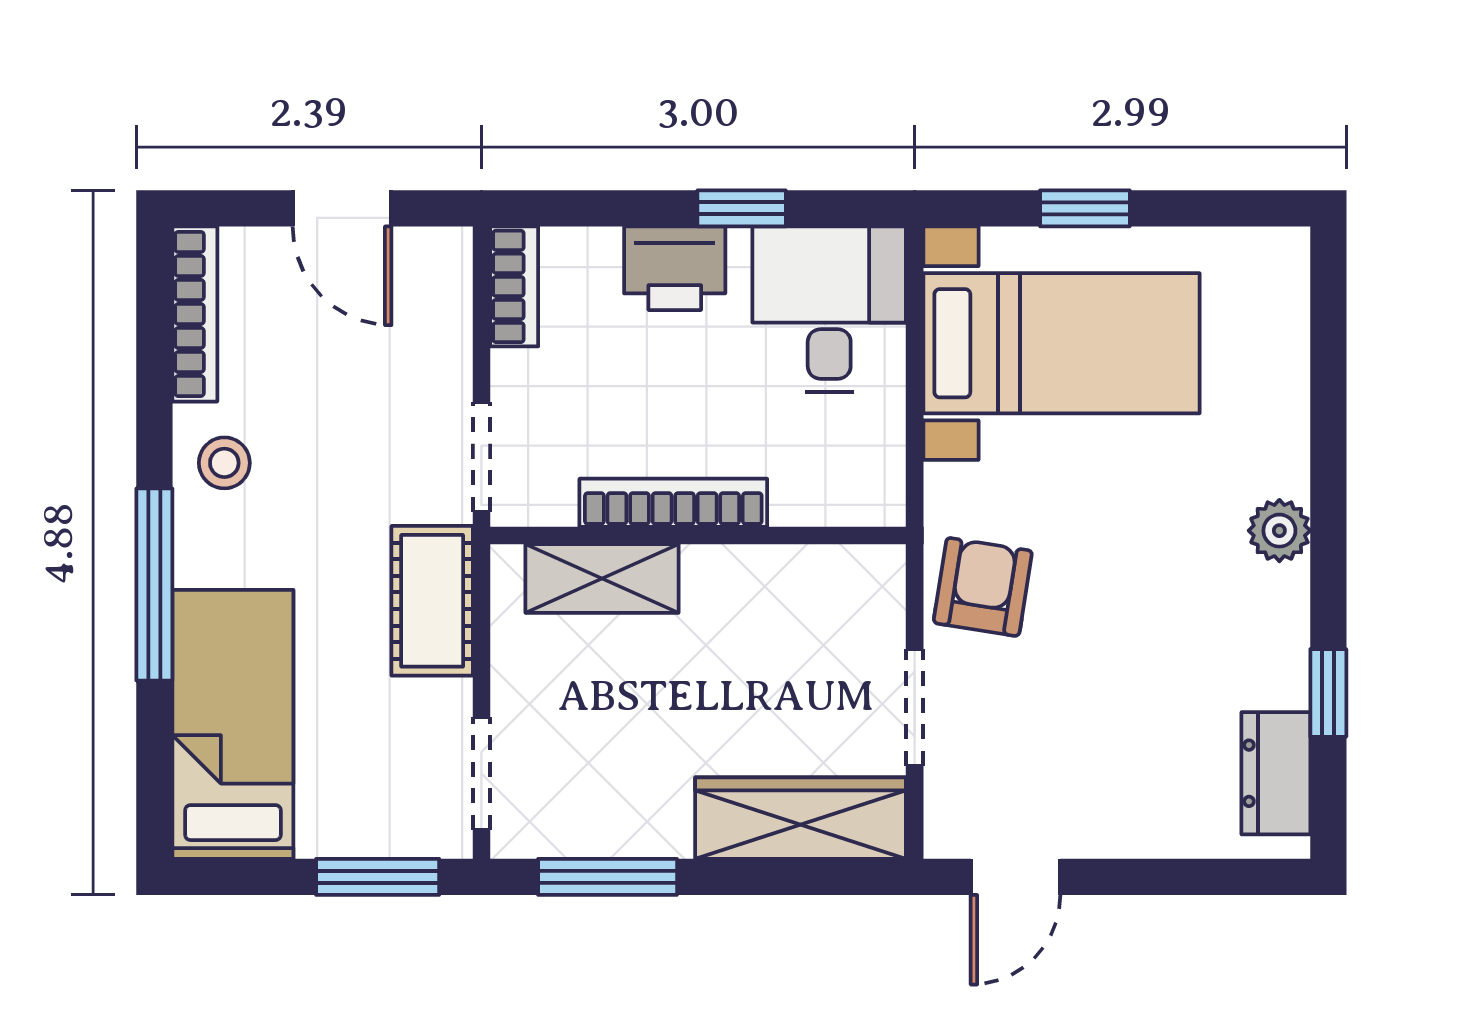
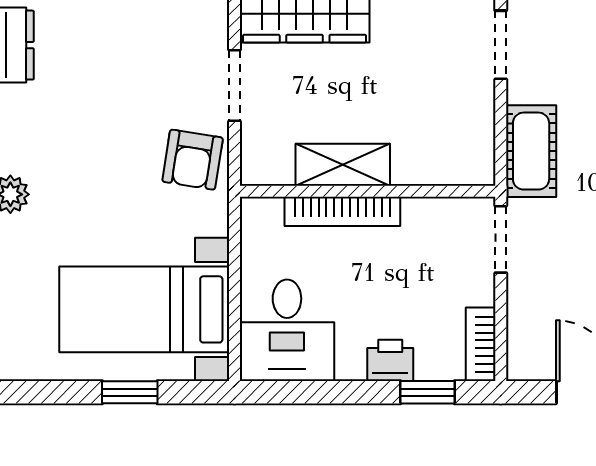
window: (742, 208) -> (427, 392), moved
printer: (675, 268) -> (390, 360), width x0.73, depth x0.81
bookcase: (673, 503) -> (342, 211), moved
shelving: (602, 579) -> (343, 165), moved

